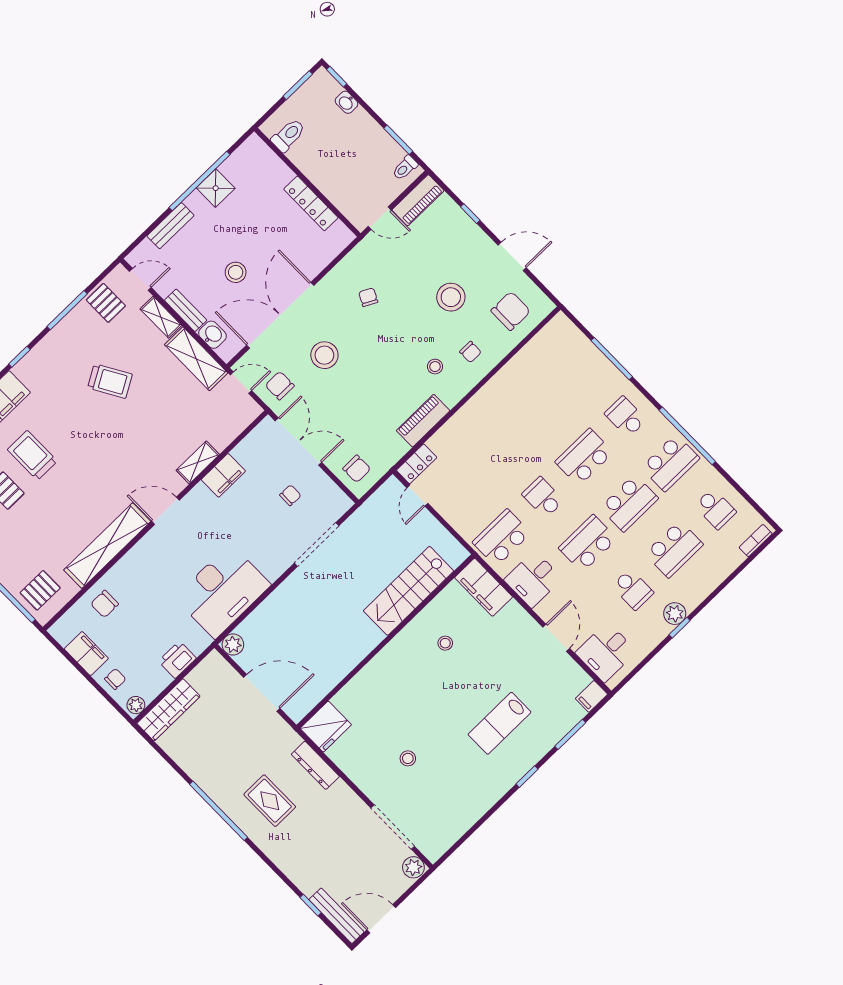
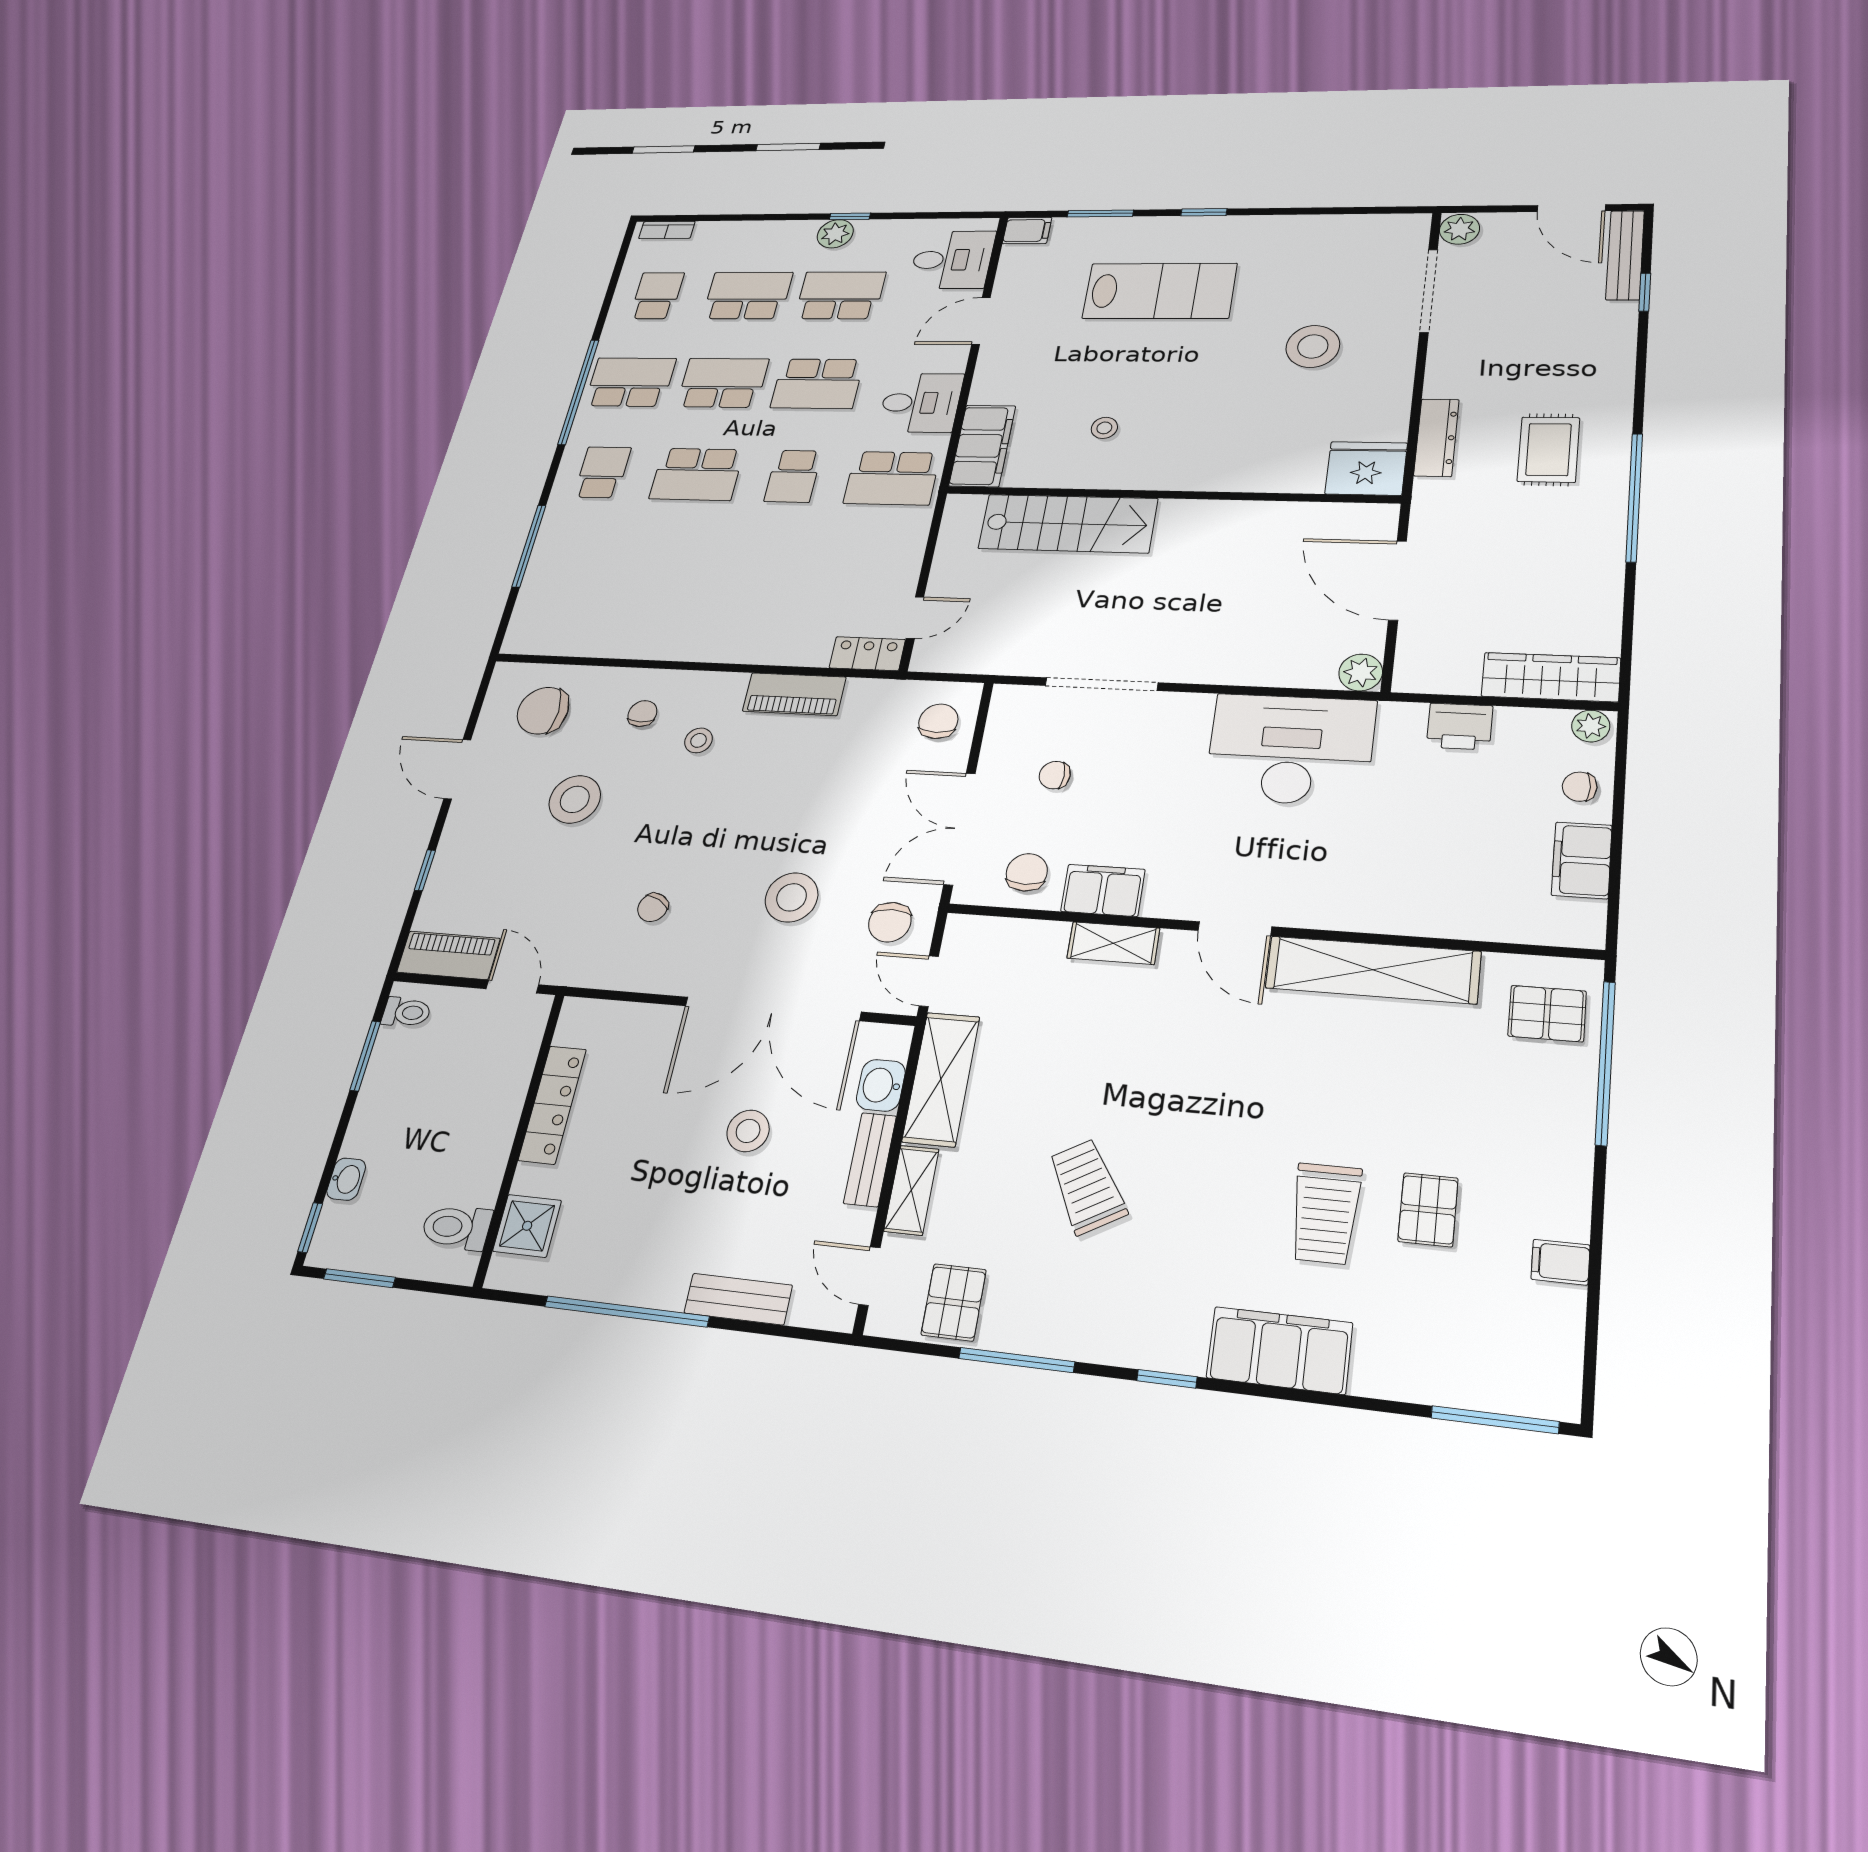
shower: (216, 188) -> (527, 1226), moved
school desk: (626, 417) -> (602, 472), turned 180
school desk: (633, 589) -> (840, 295), width x1.85
chair: (105, 604) -> (1027, 872), moved, turned -90
lab bench: (500, 723) -> (1160, 291), width x1.36, depth x1.39
stool: (408, 758) -> (1313, 346), width x1.89, depth x1.89

